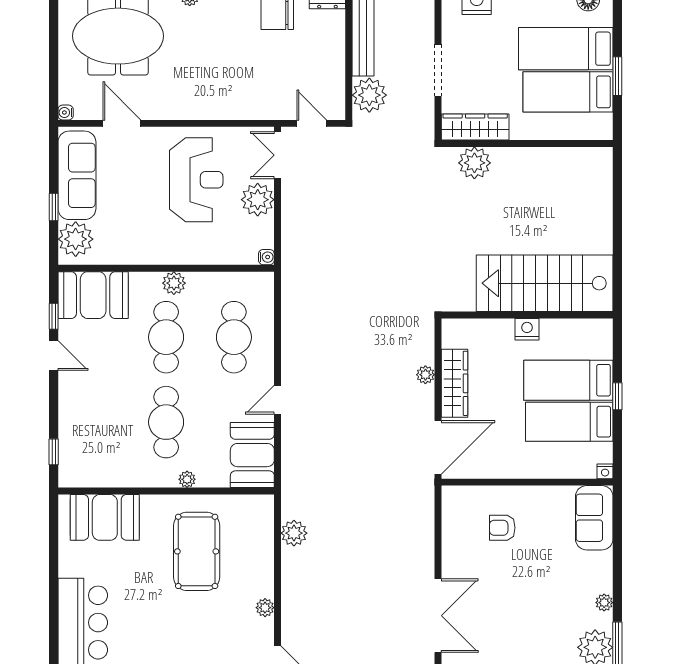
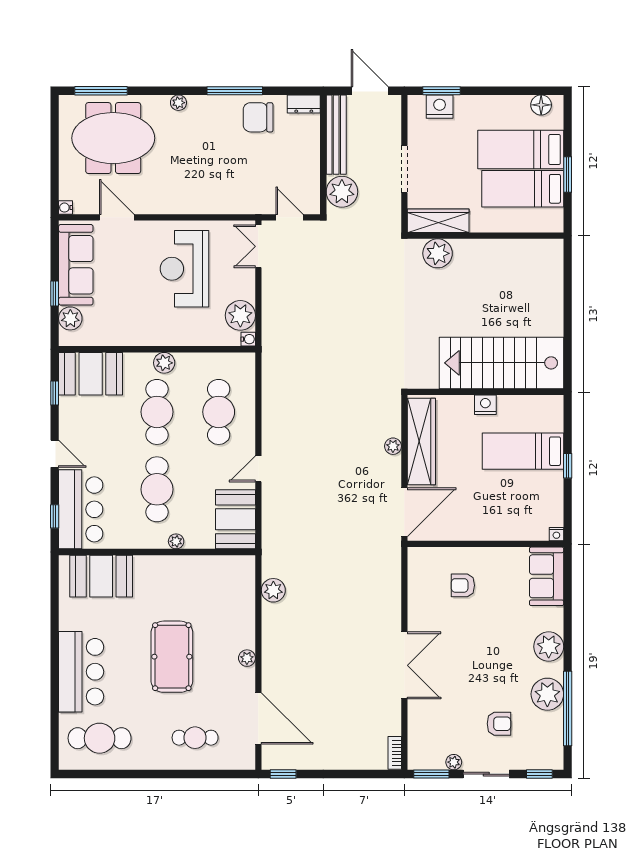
reception desk: (196, 180) -> (184, 269), turned 180
plant: (258, 200) -> (240, 315), moved
plant: (76, 239) -> (70, 318), width x0.73, depth x0.73
door: (54, 355) -> (55, 454), moved
wardrobe: (454, 383) -> (421, 442), width x1.40, depth x1.17
bed: (569, 422) -> (524, 489), removed
bar counter: (82, 444) -> (81, 509), added
pool table: (197, 551) -> (172, 657), moved
plant: (604, 603) -> (549, 647), width x1.87, depth x1.87

